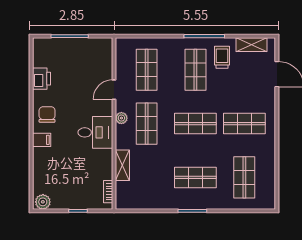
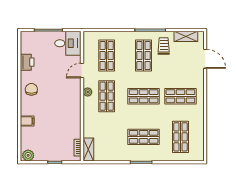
desk: (95, 132) -> (68, 43), moved
filing cabinet: (42, 140) -> (27, 121), moved
shelving: (122, 165) -> (88, 150), moved

